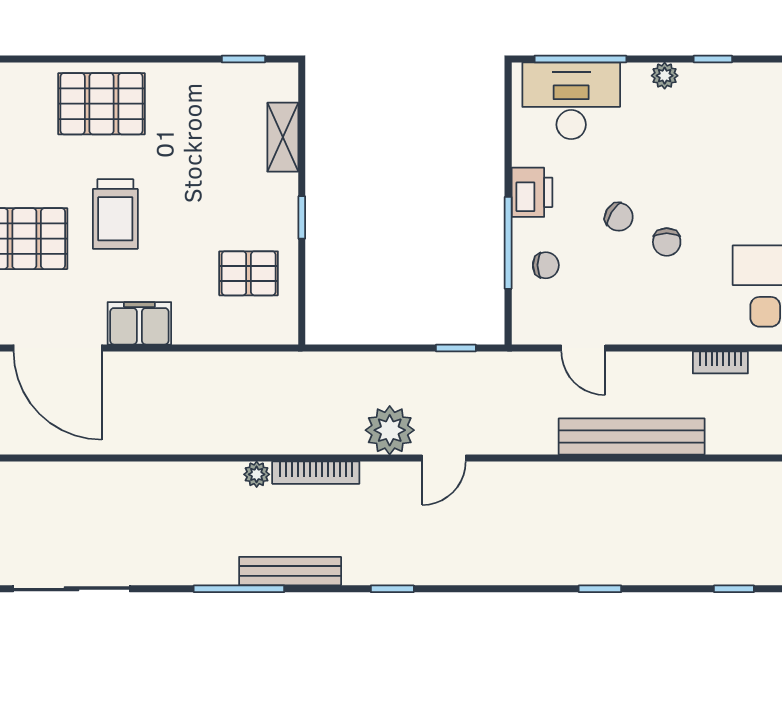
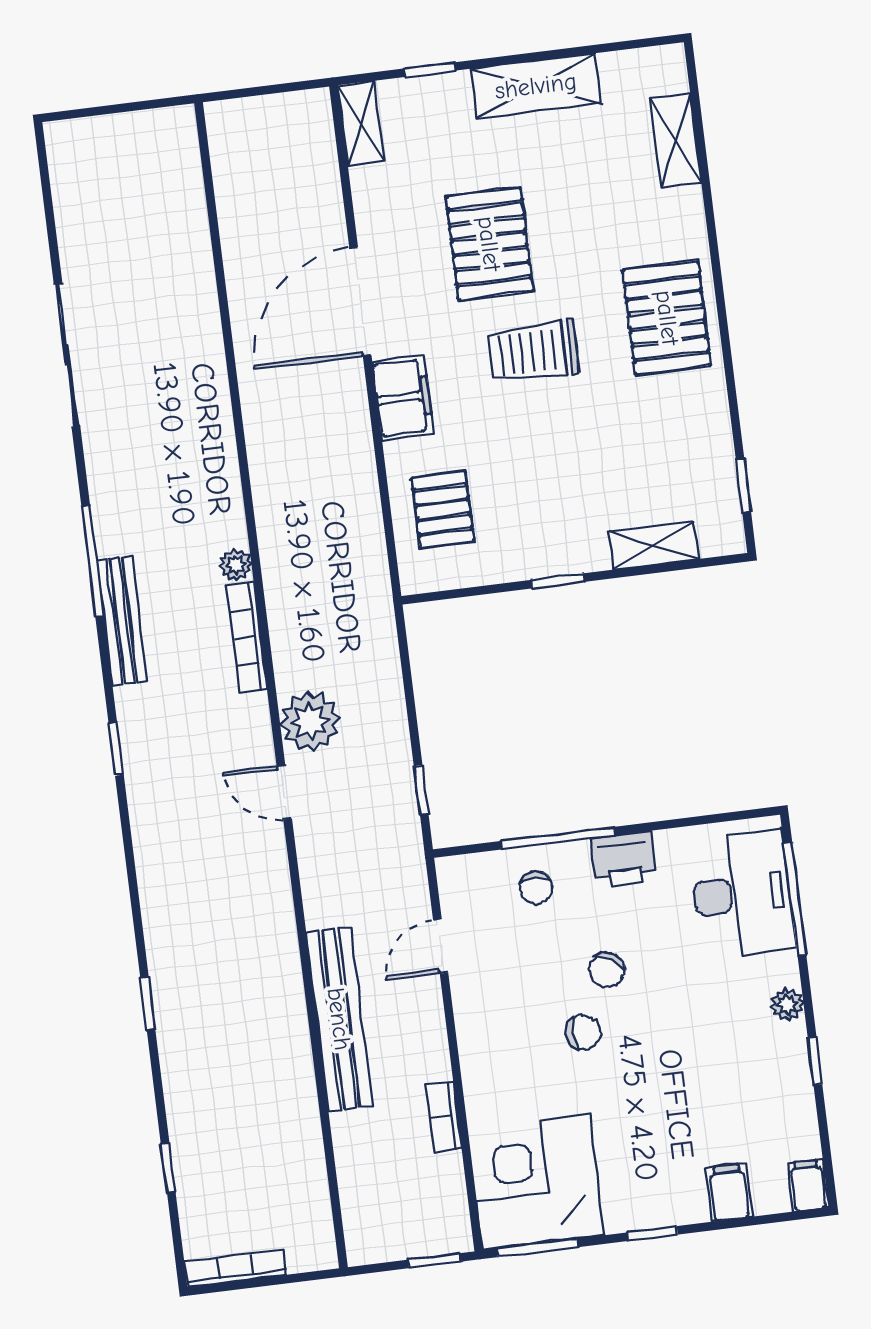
chair: (667, 242) -> (583, 1032), turned 180
pallet: (249, 273) -> (443, 510), moved

